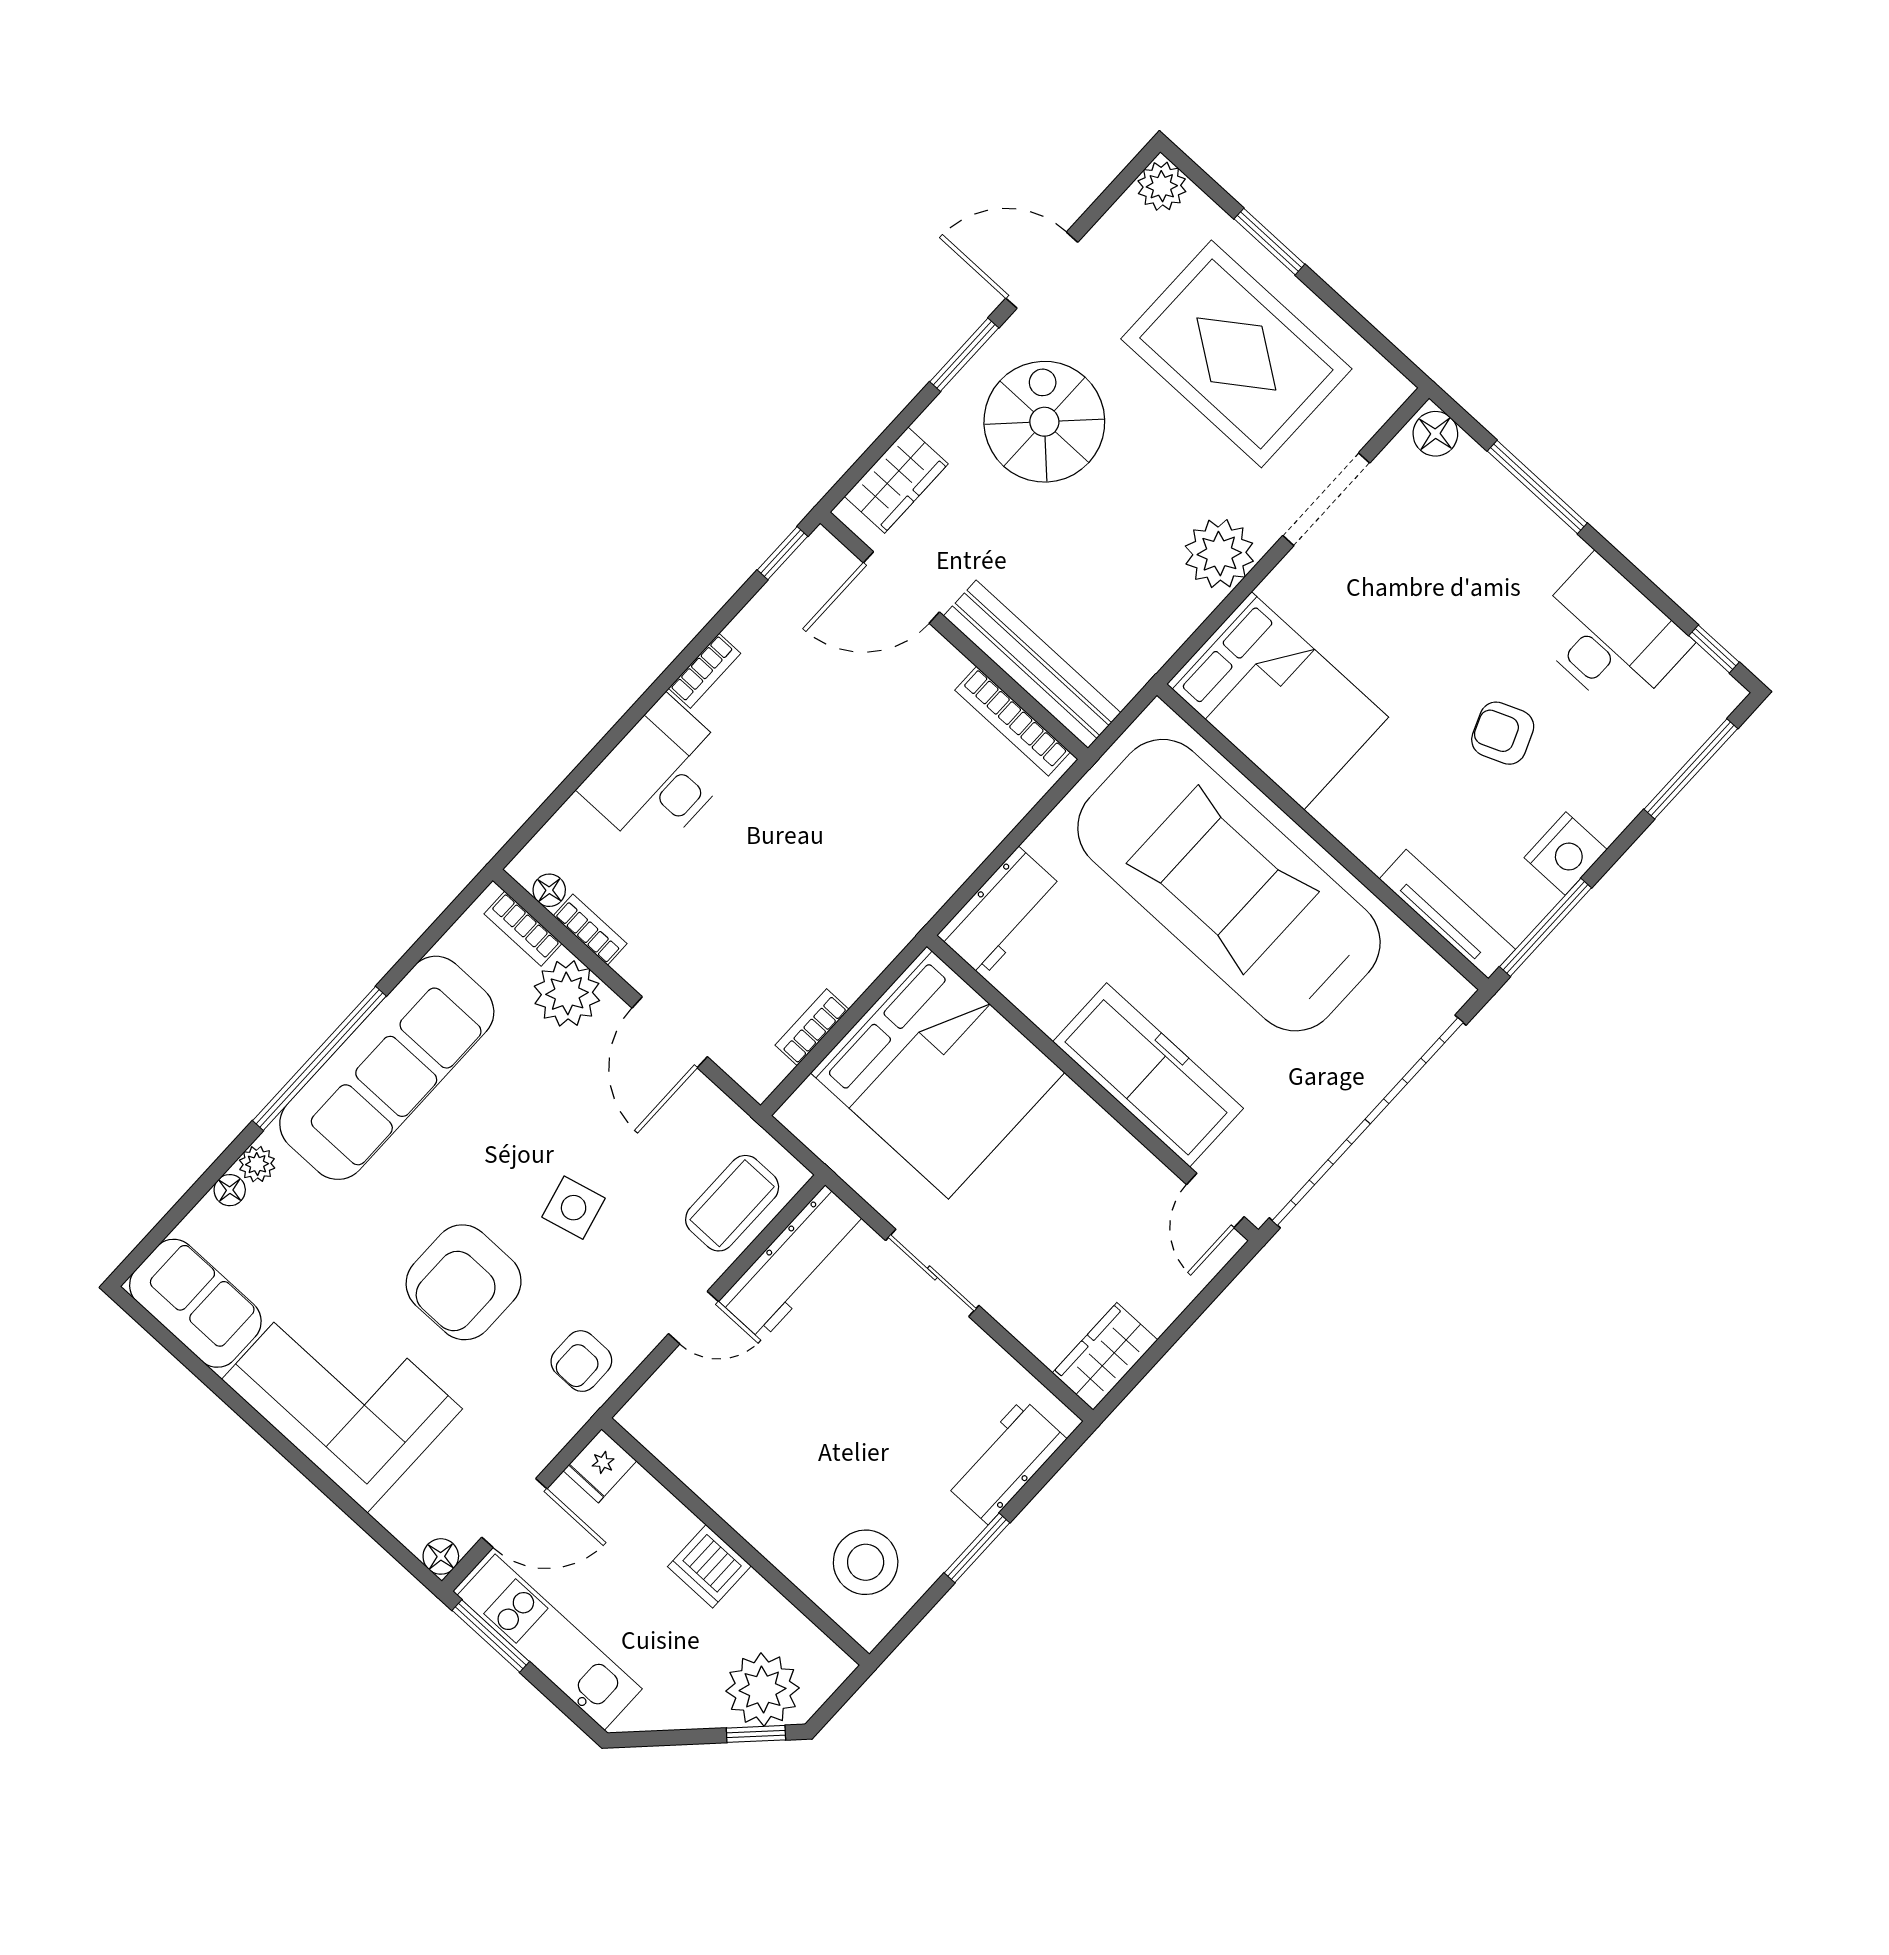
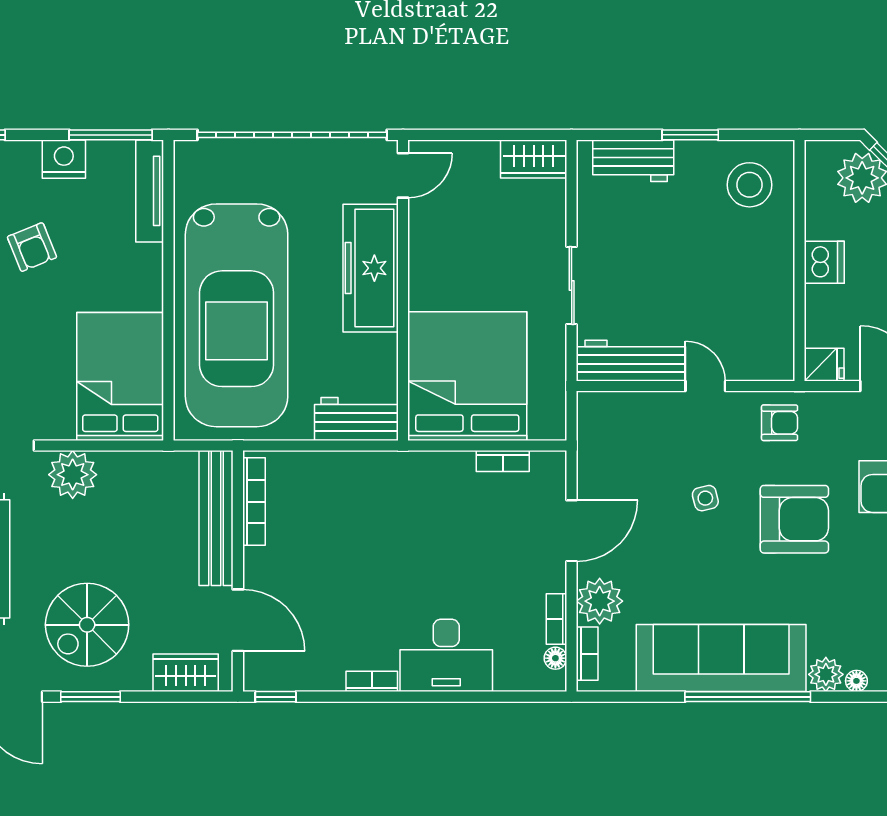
plant: (257, 1164) -> (826, 674), width x1.38, depth x1.38
coffee table: (732, 1203) -> (629, 420), removed
side table: (574, 1208) -> (705, 498), width x0.73, depth x0.73

